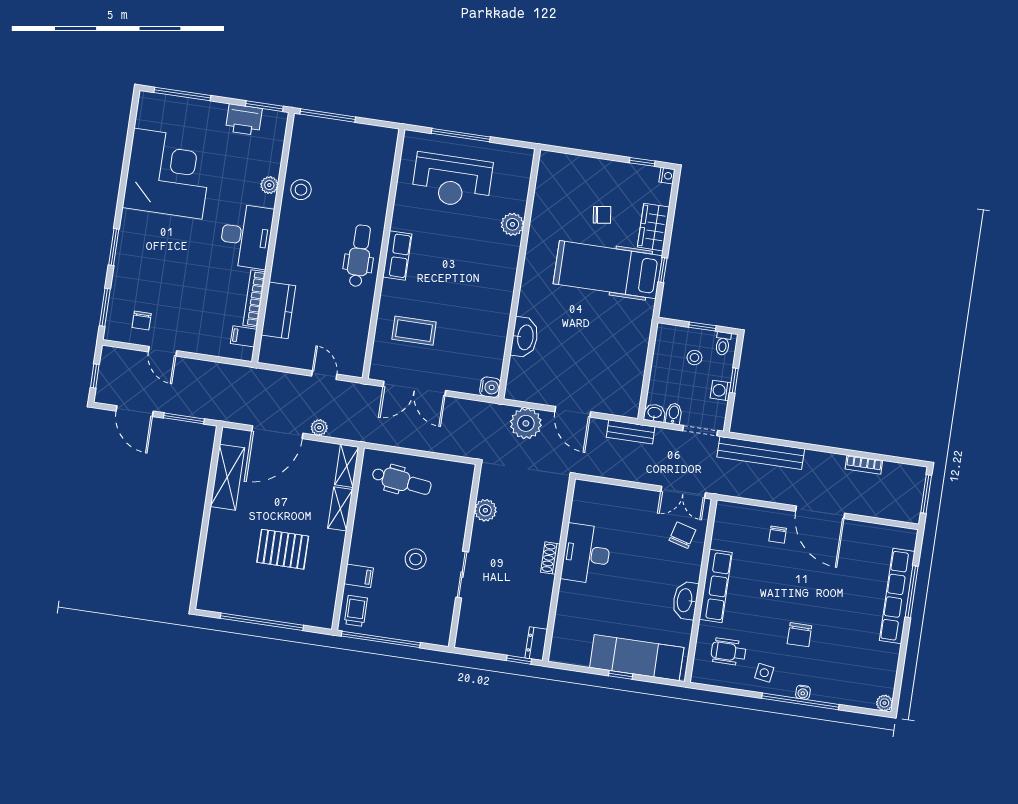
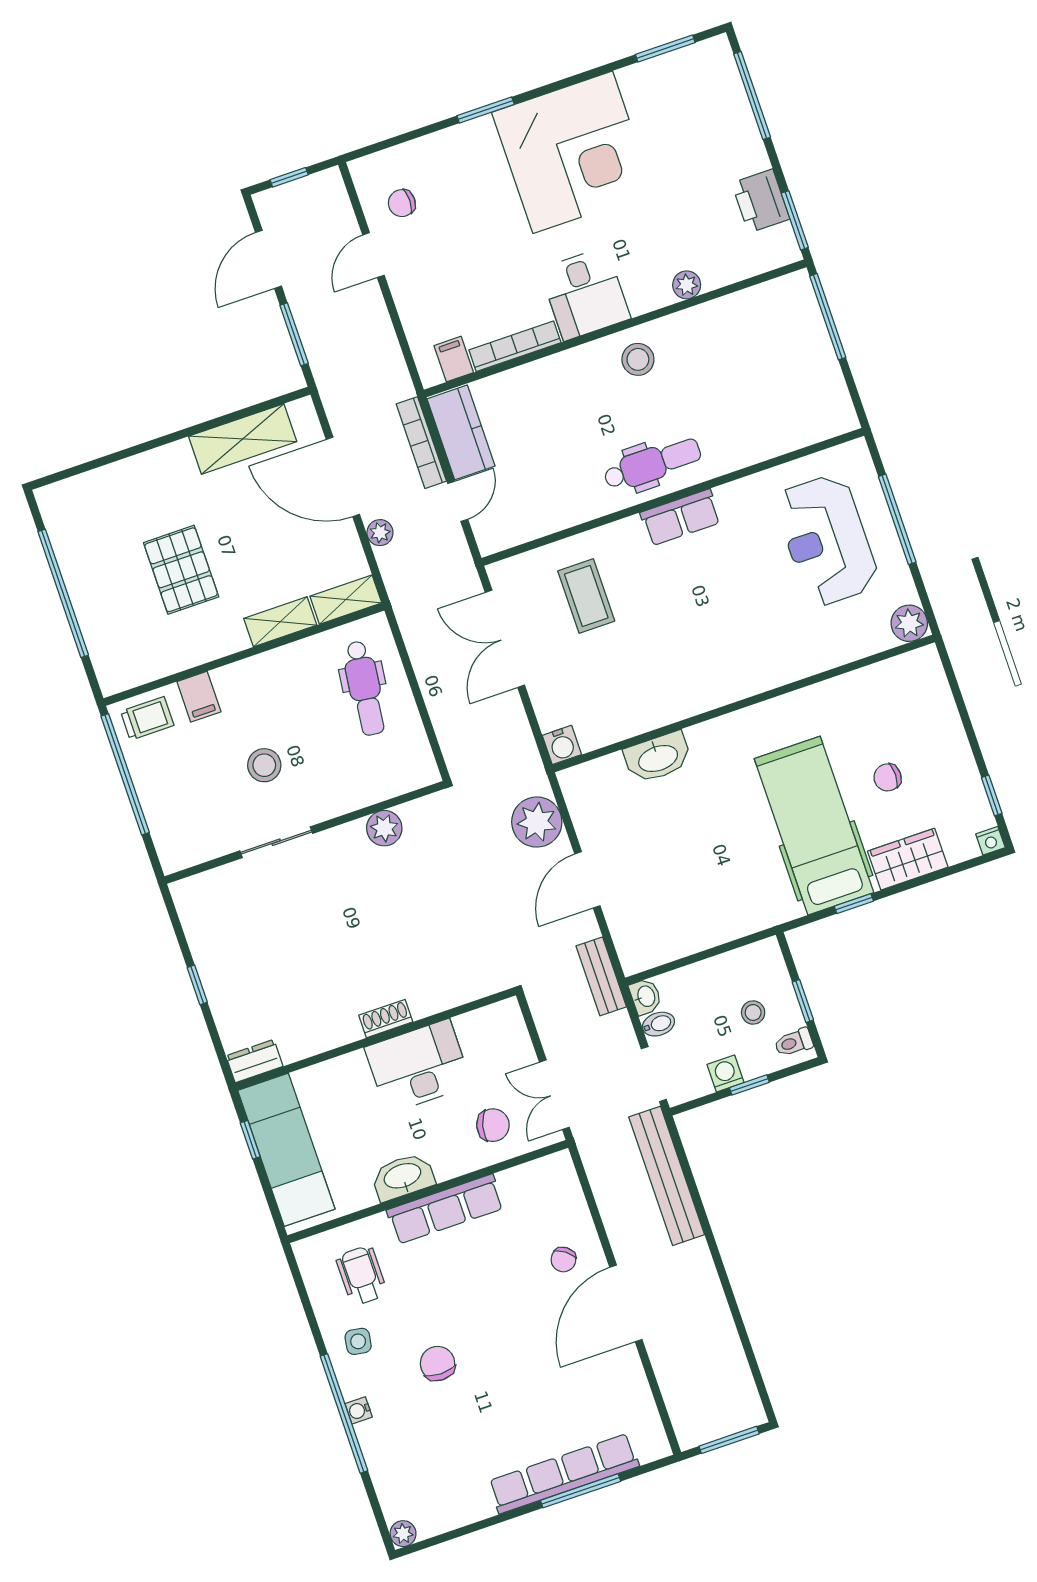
corner desk: (168, 174) -> (573, 152), moved
stool: (301, 190) -> (638, 359), moved
chair: (602, 215) -> (888, 777), turned 98
plant: (512, 224) -> (909, 623), moved
desk: (246, 236) -> (585, 294), width x0.73
window: (105, 307) -> (665, 48), moved
kitchen counter: (278, 310) -> (461, 432), moved, turned -90
bookcase: (864, 465) -> (421, 443), moved, width x1.56
chair: (778, 535) -> (563, 1260), turned -53
desk: (586, 554) -> (418, 1066), moved
shoe rack: (550, 558) -> (386, 1019), moved
wall: (559, 570) -> (376, 1039), moved
chair: (799, 635) -> (438, 1364), turned 90
dresser: (536, 644) -> (254, 1061), moved

